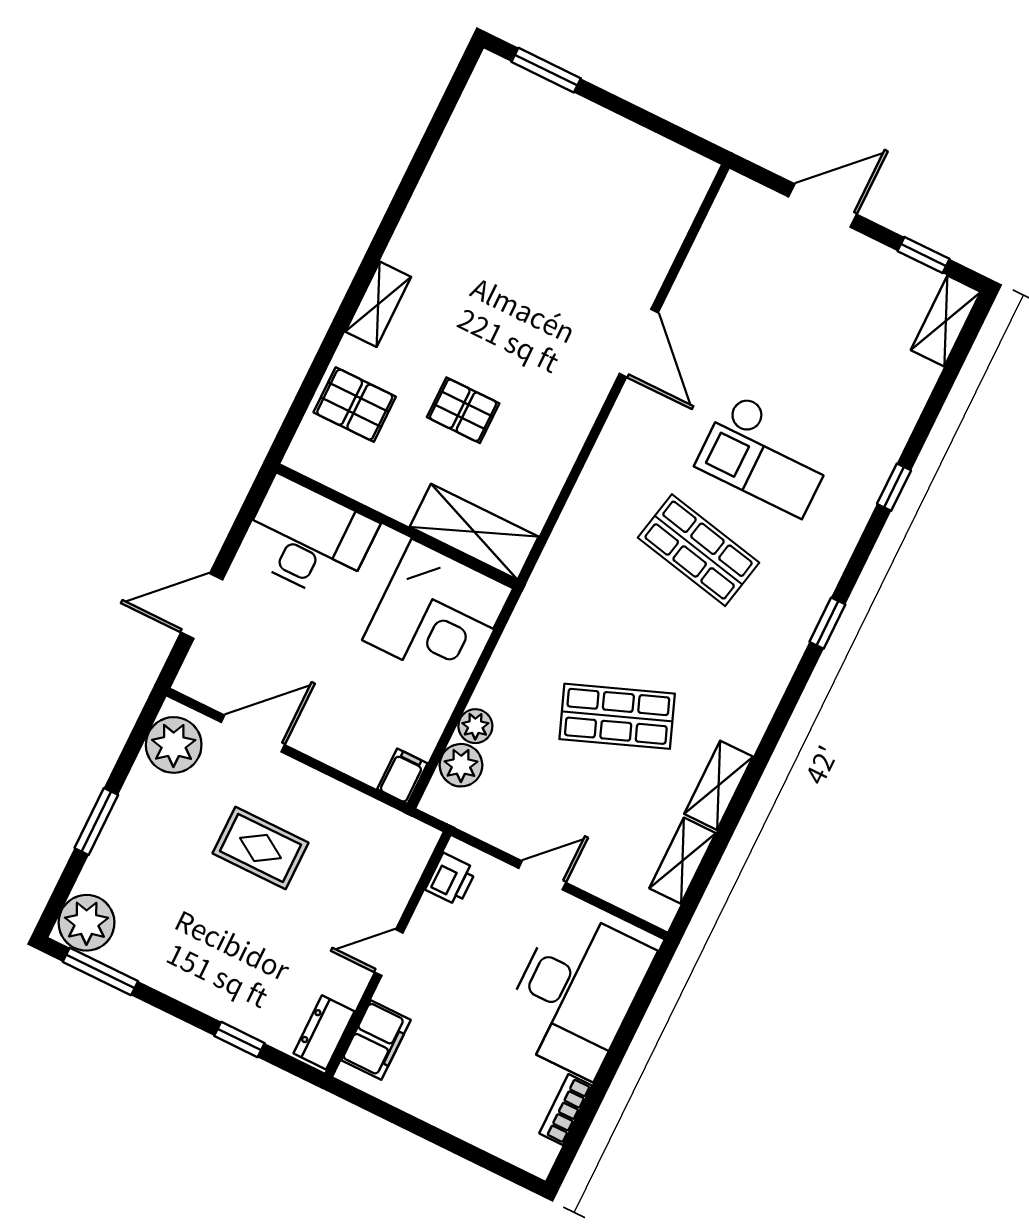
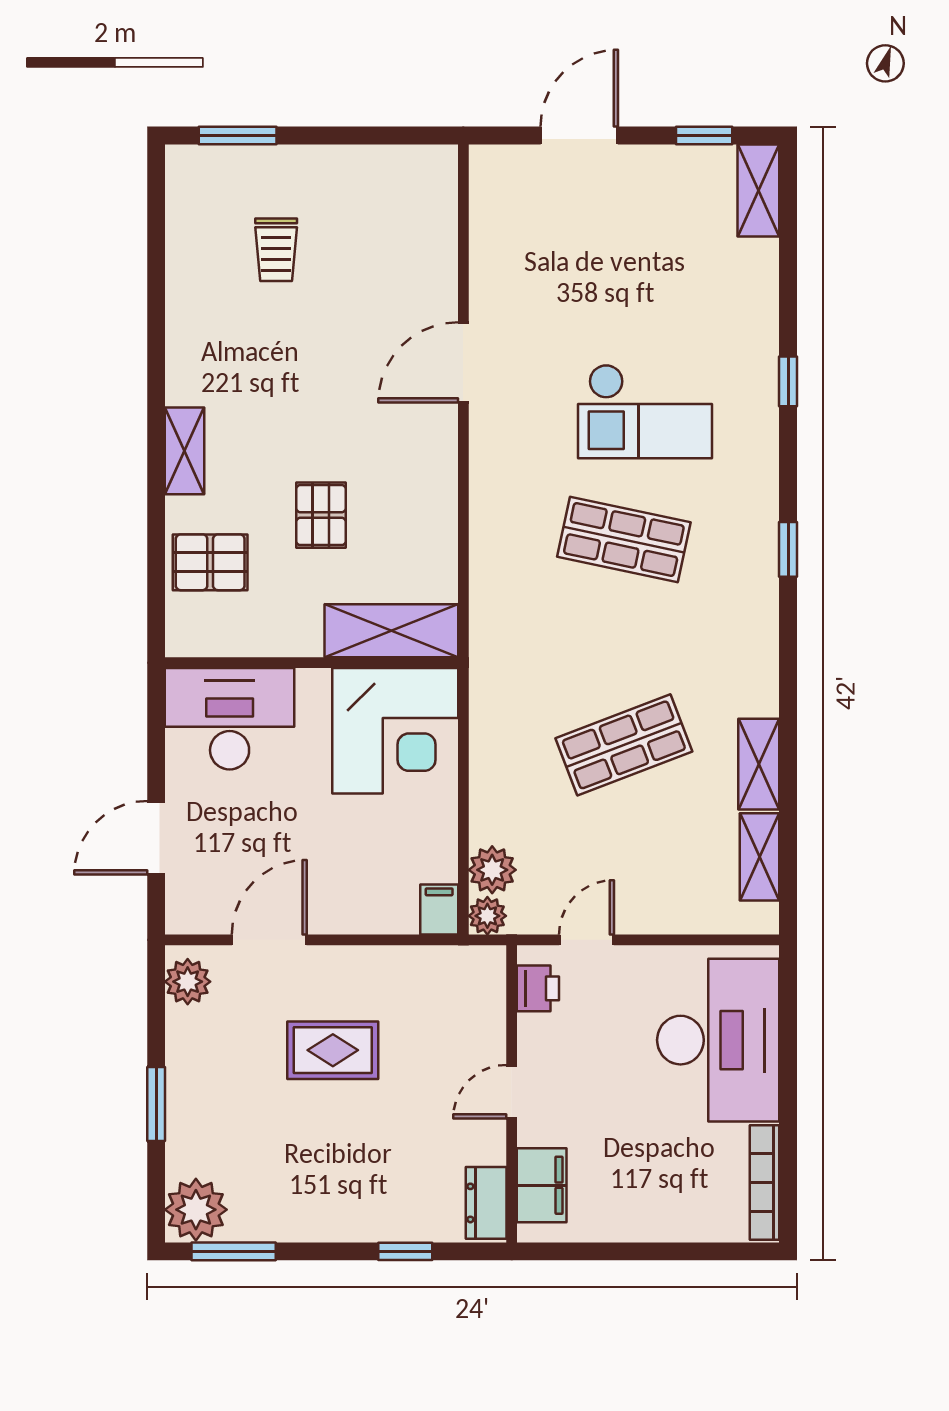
trolley: (532, 178) -> (276, 250), added
door: (639, 343) -> (463, 362), swing flipped
pallet: (463, 410) -> (321, 515), turned 90
plant: (475, 726) -> (487, 916), moved
plant: (174, 745) -> (188, 982), width x0.73, depth x0.73
door: (542, 875) -> (586, 940), moved
bookcase: (566, 1109) -> (765, 1182), width x1.56

